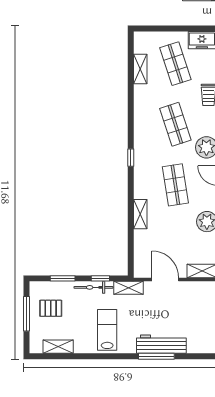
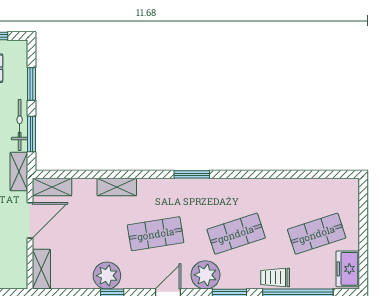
shelving: (140, 69) -> (52, 187), moved
window: (131, 158) -> (192, 174), width x1.50
window: (100, 278) -> (31, 134), width x1.50

